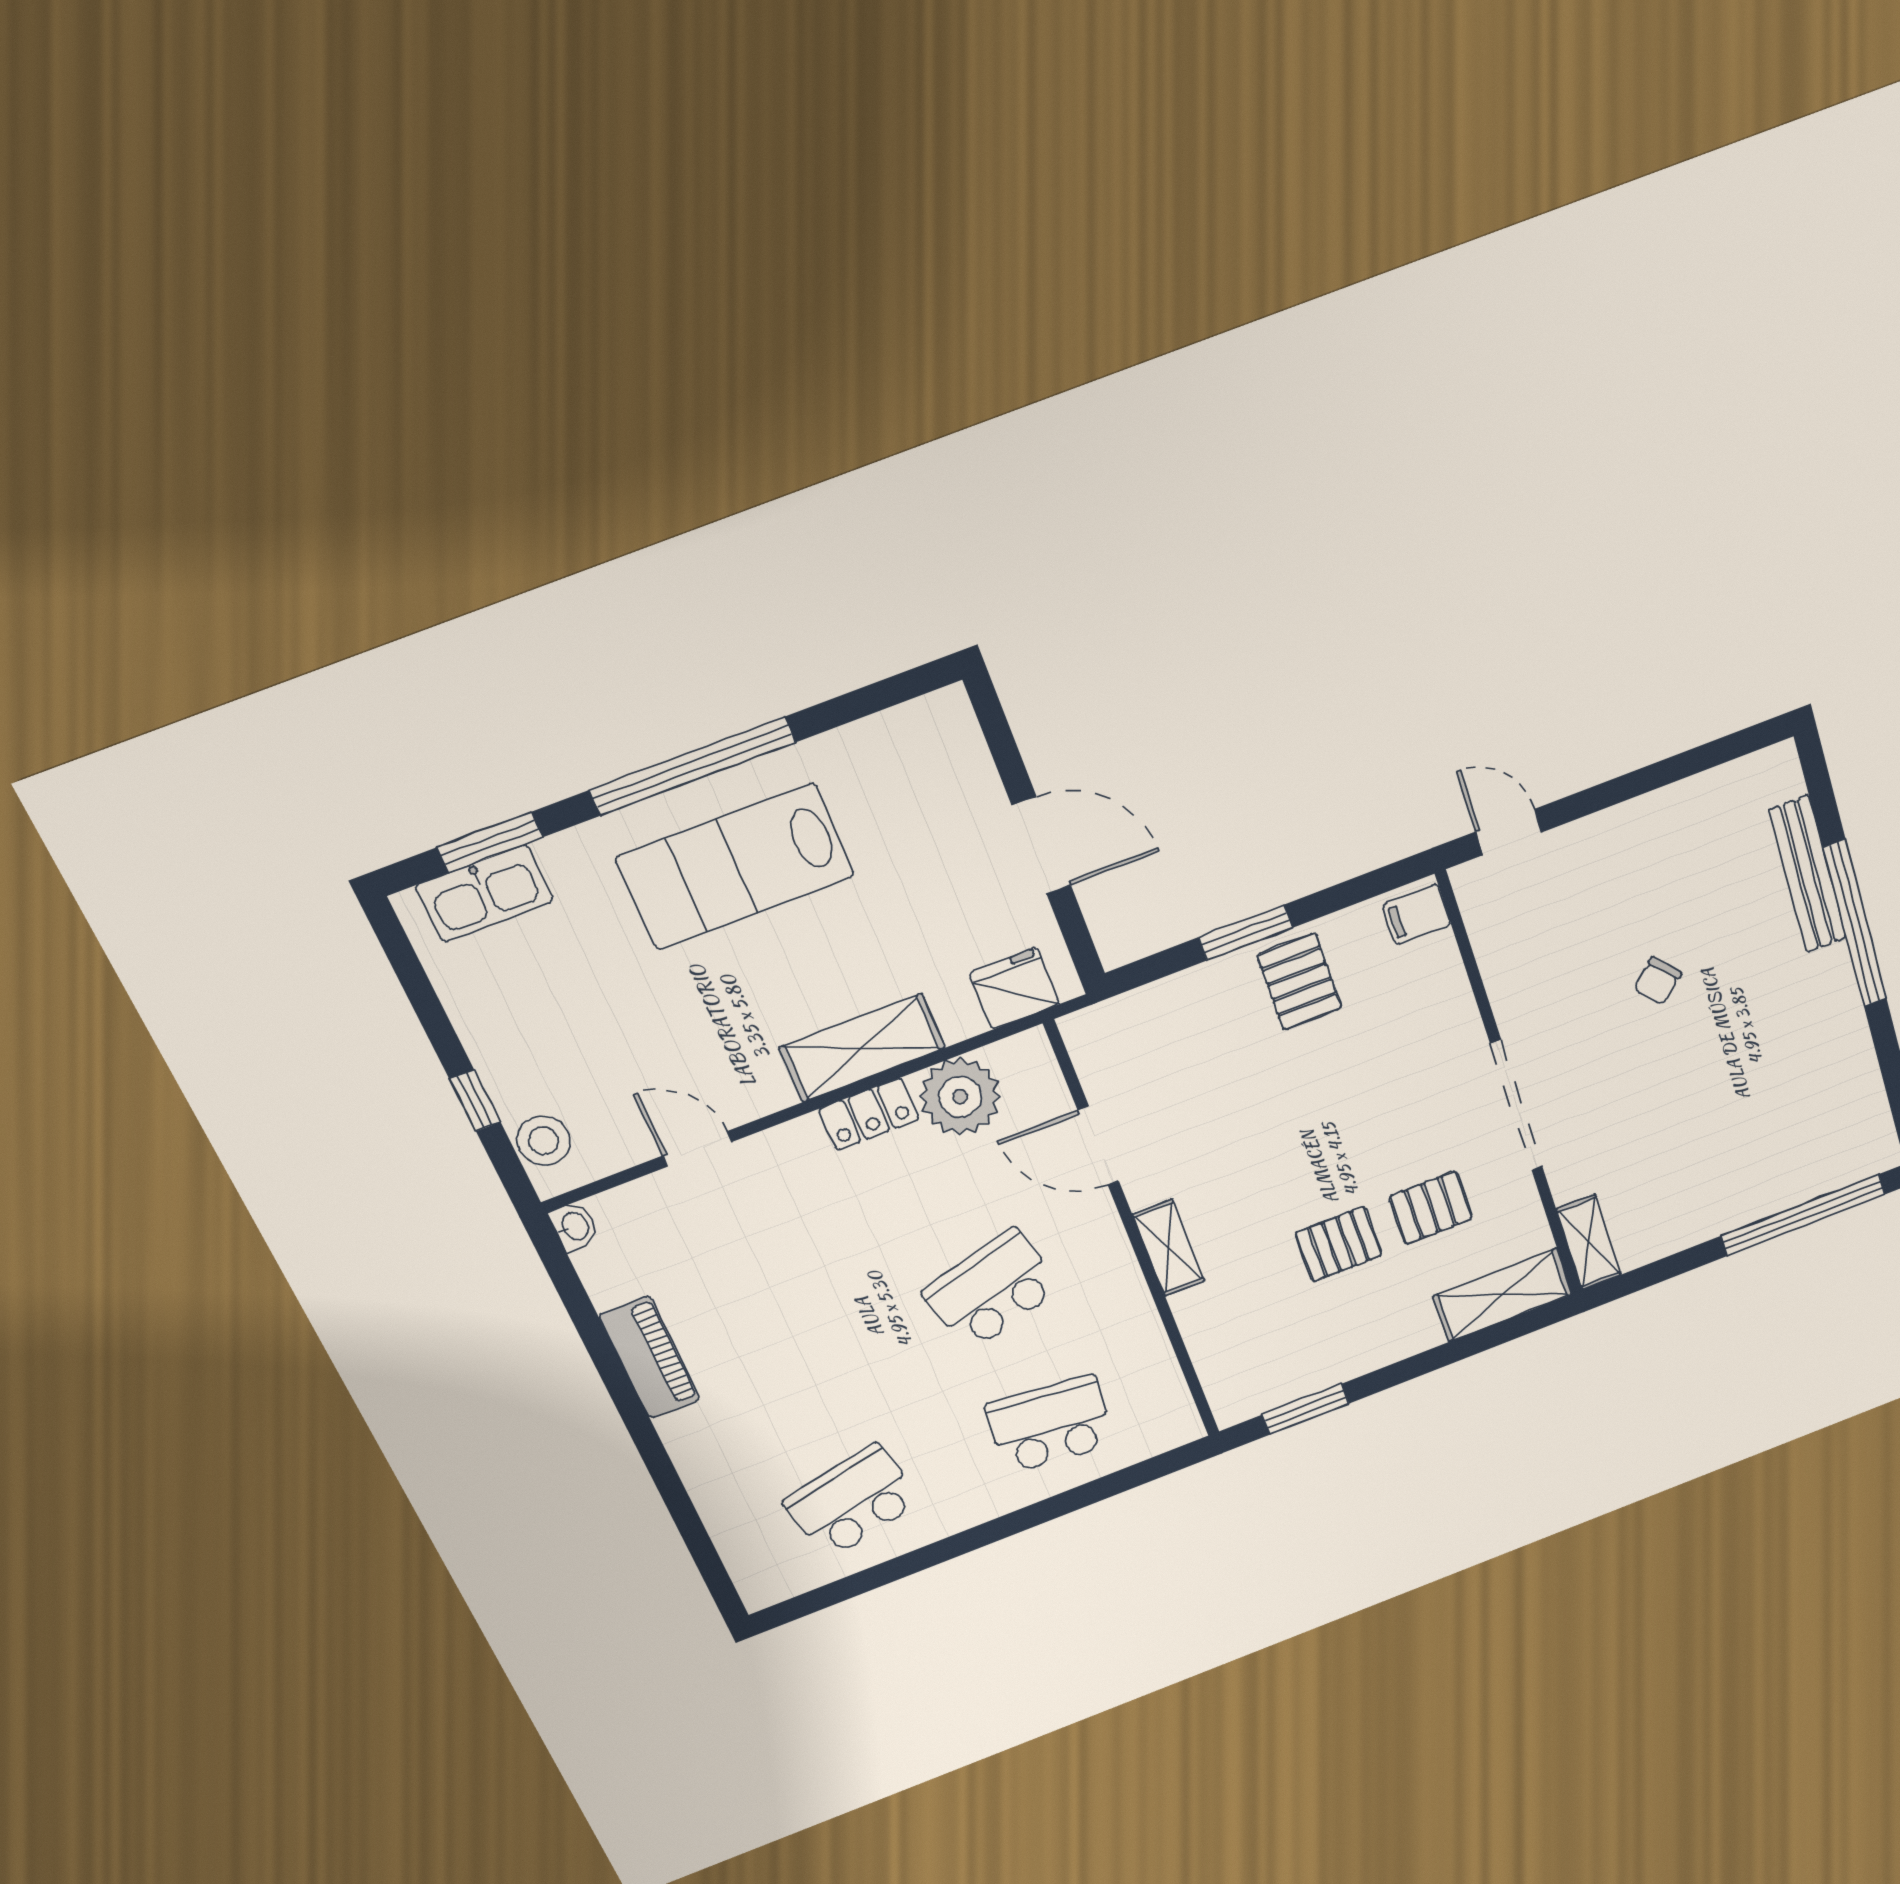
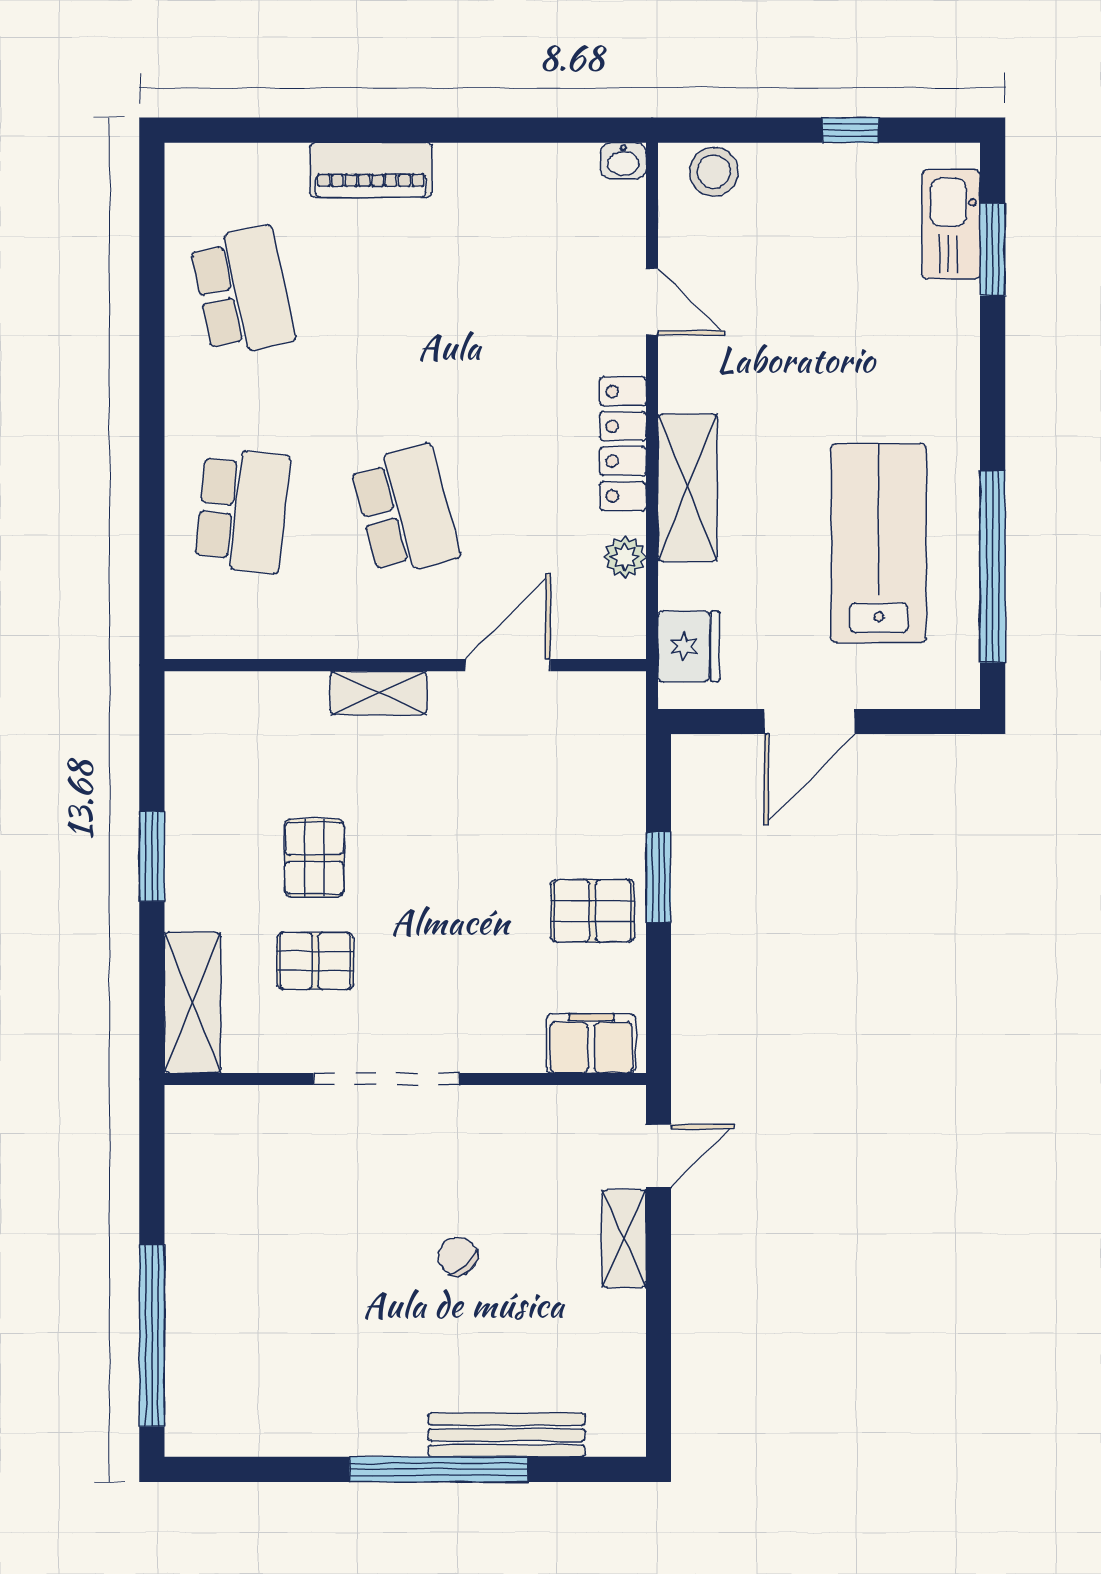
window: (693, 766) -> (993, 566), moved
lab bench: (735, 867) -> (879, 543), moved
filing cabinet: (1417, 915) -> (591, 1043), width x2.00
plant: (960, 1097) -> (625, 557), width x0.53, depth x0.53
window: (475, 1101) -> (851, 130), moved
locker: (869, 1114) -> (623, 444), width x1.53
door: (697, 1149) -> (652, 302), hinge flipped
pallet: (1431, 1208) -> (315, 961), turned 90
shelving: (1589, 1242) -> (624, 1239), moved, turned 90
piano: (650, 1357) -> (371, 170), moved
window: (1306, 1409) -> (152, 856), moved

